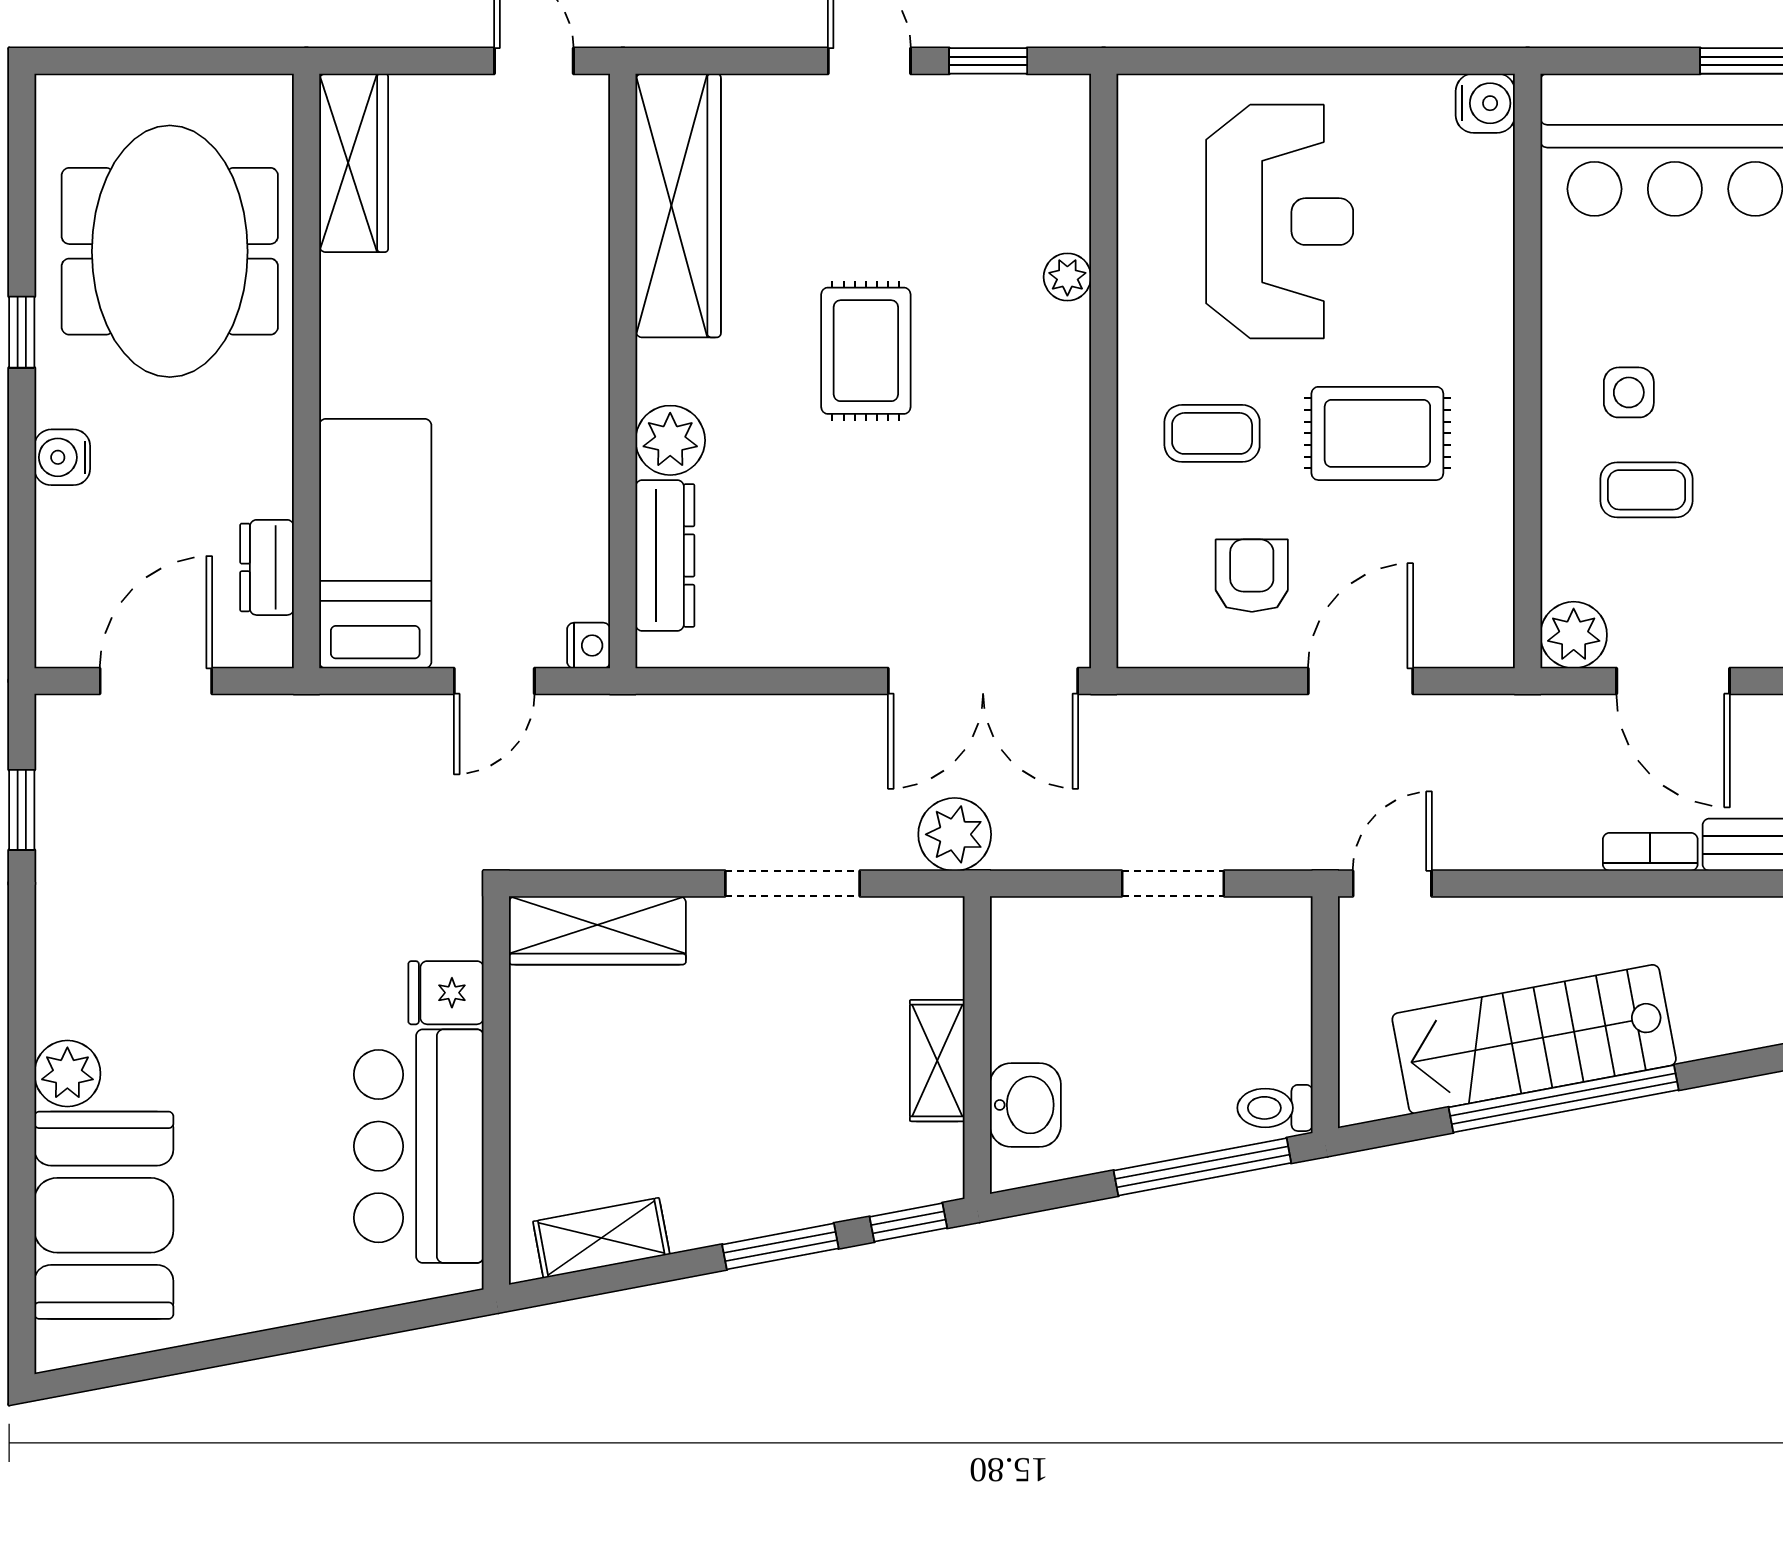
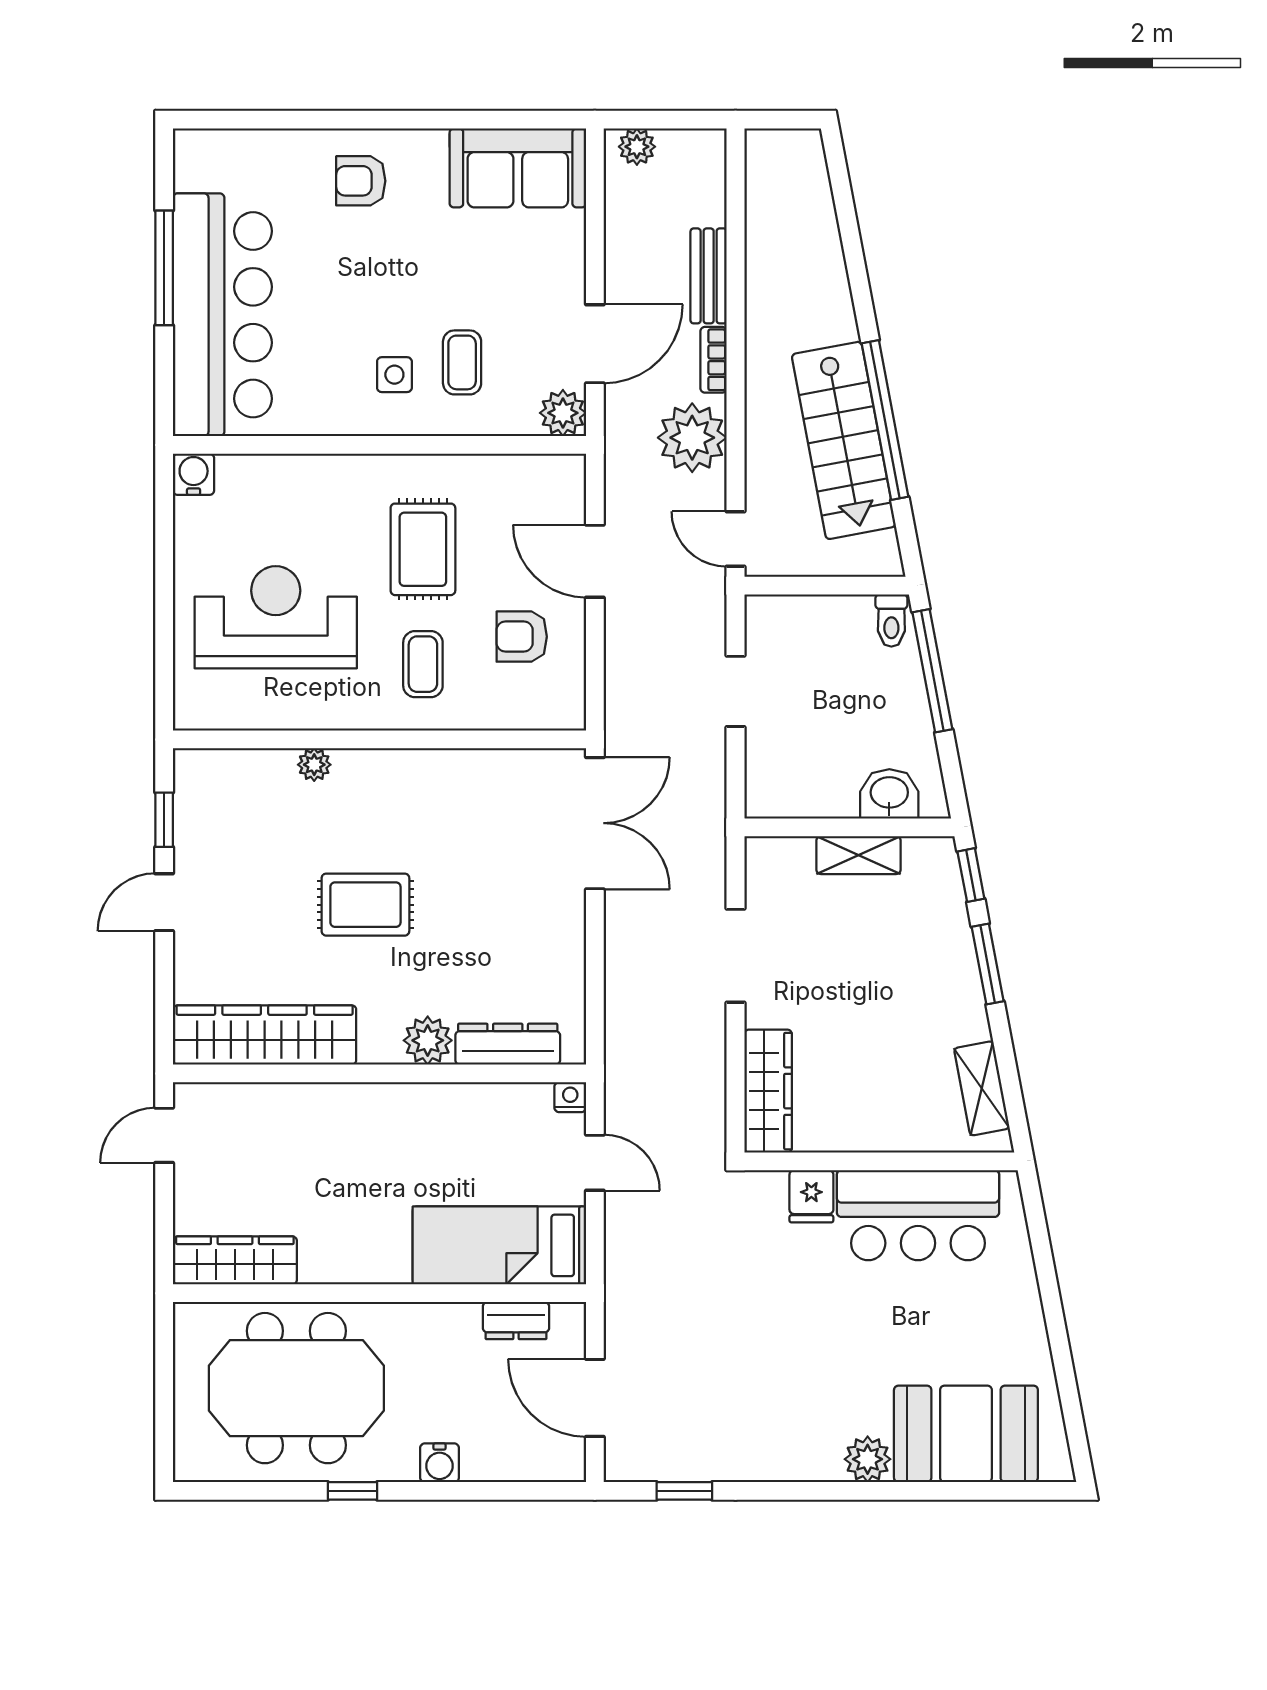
plant: (955, 834) -> (692, 438), moved, width x1.36, depth x1.36

